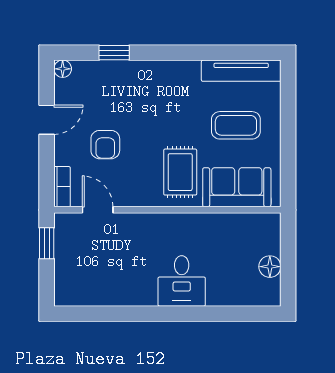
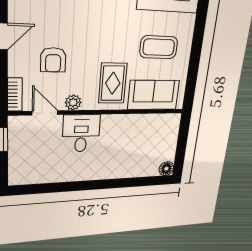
plant: (132, 197) -> (73, 102), added
floor lamp: (270, 267) -> (166, 169), moved
desk: (182, 281) -> (81, 133), moved, turned 180

